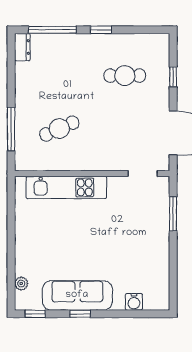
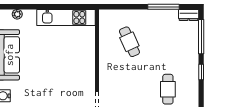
window: (11, 129) -> (163, 7), moved
kitchen unit: (66, 187) -> (66, 17), moved, turned -90

